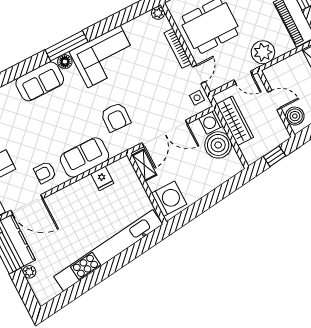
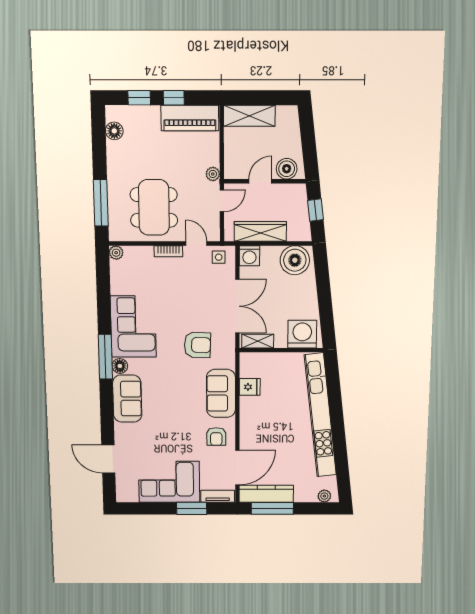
bookcase: (178, 48) -> (168, 251), width x0.64
plant: (263, 52) -> (213, 174), width x0.53, depth x0.53
boiler: (218, 145) -> (295, 260), moved
plant: (29, 272) -> (324, 496), moved

